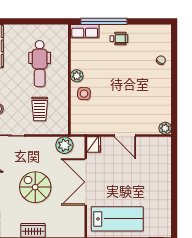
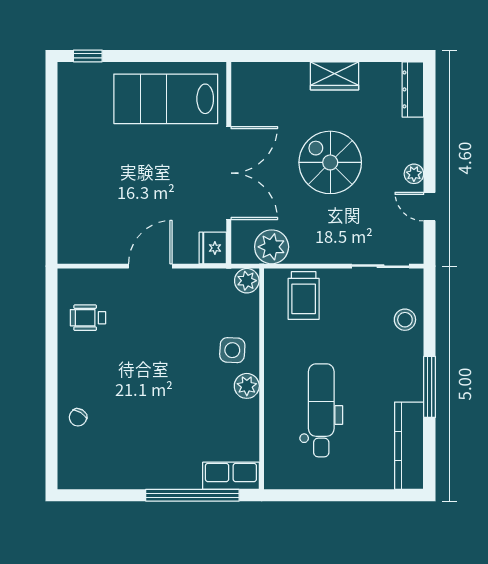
wheelchair: (119, 39) -> (88, 318), moved
trolley: (40, 109) -> (304, 296), moved, turned 180
plant: (165, 128) -> (247, 281), moved
door: (125, 136) -> (150, 266), hinge flipped
spiral stairs: (35, 187) -> (330, 162), turned 180

